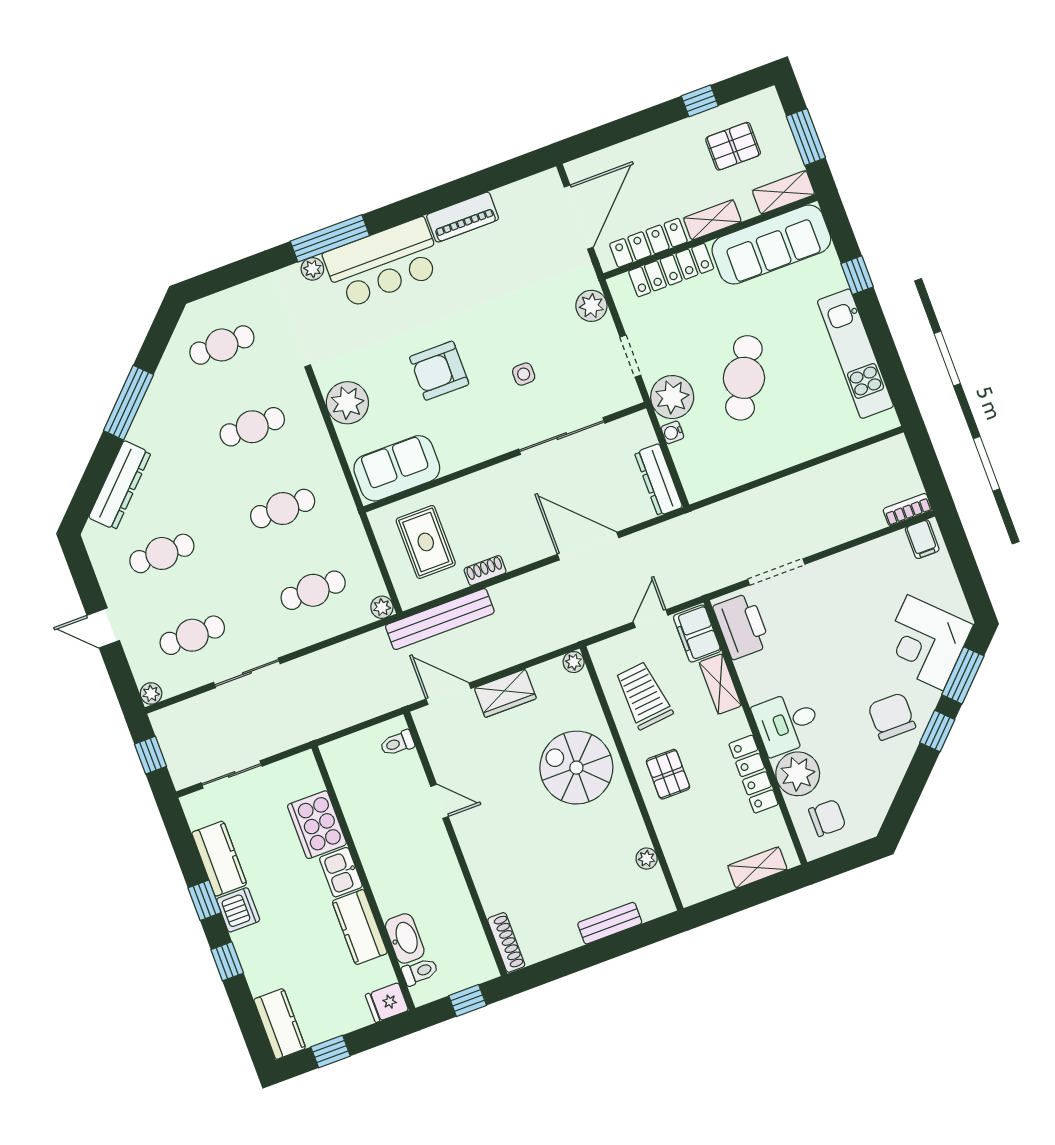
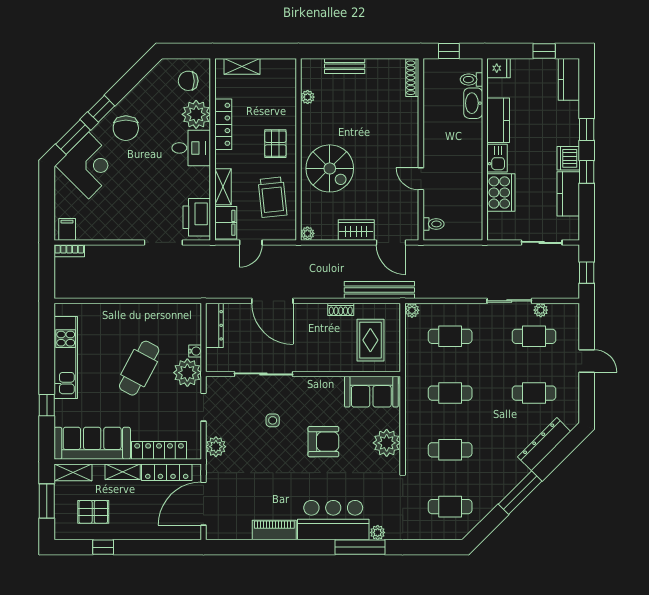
plant: (151, 693) -> (541, 310), moved

